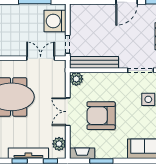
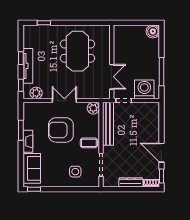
coffee table: (116, 84) -> (89, 143), added
armchair: (101, 116) -> (61, 130), turned -90
fireplace: (82, 153) -> (28, 141), moved

